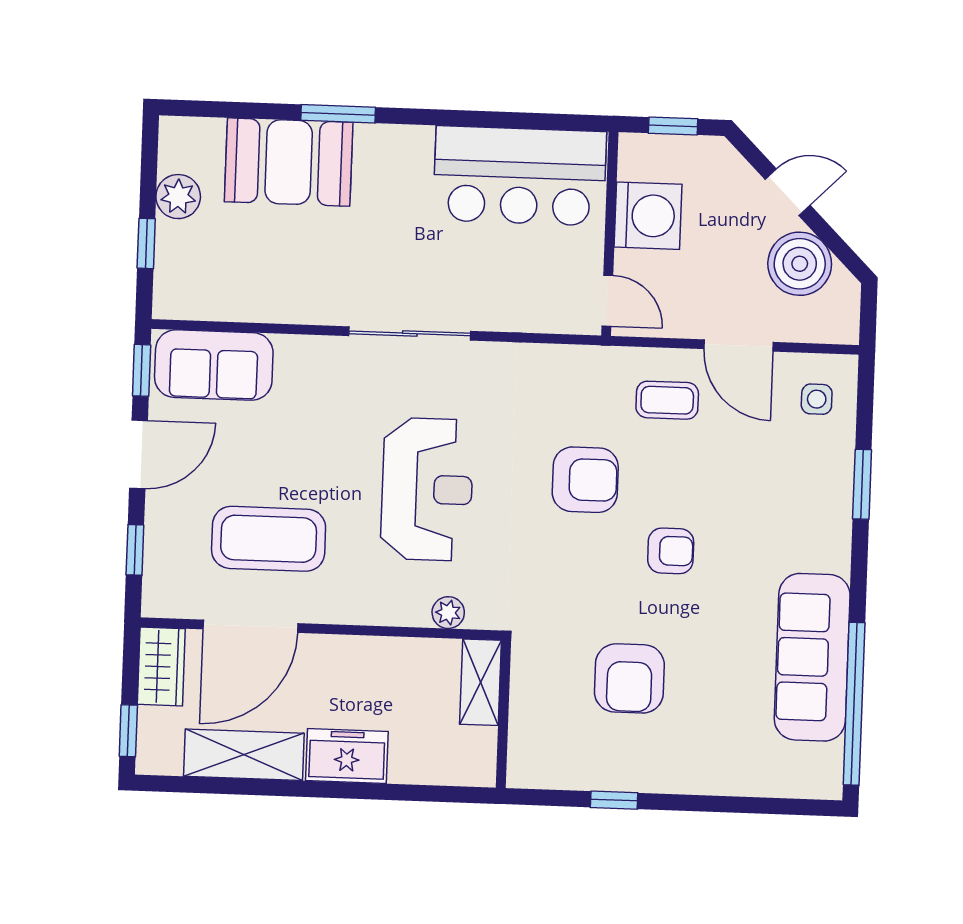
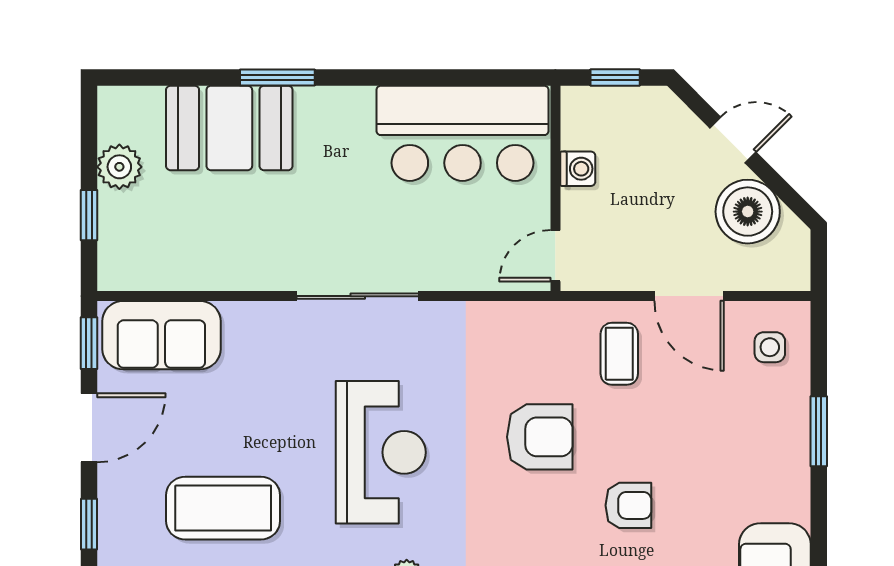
washing machine: (648, 216) -> (578, 169), width x0.53, depth x0.53
door: (607, 301) -> (555, 256), swing flipped
coffee table: (667, 400) -> (619, 354), turned 90

